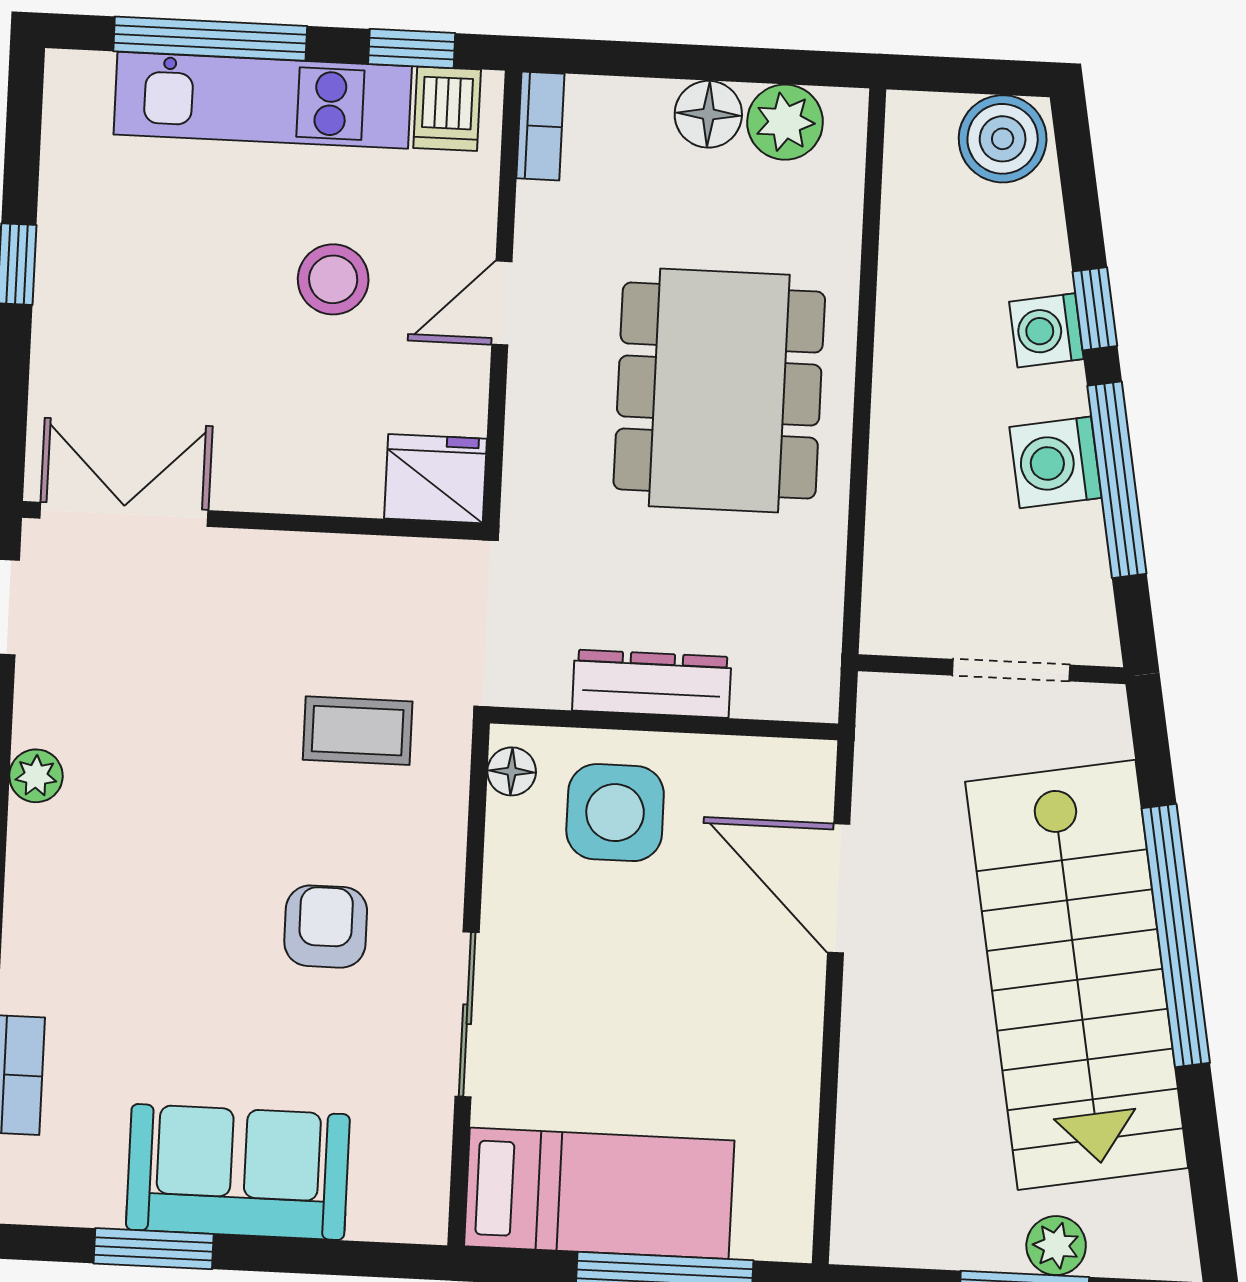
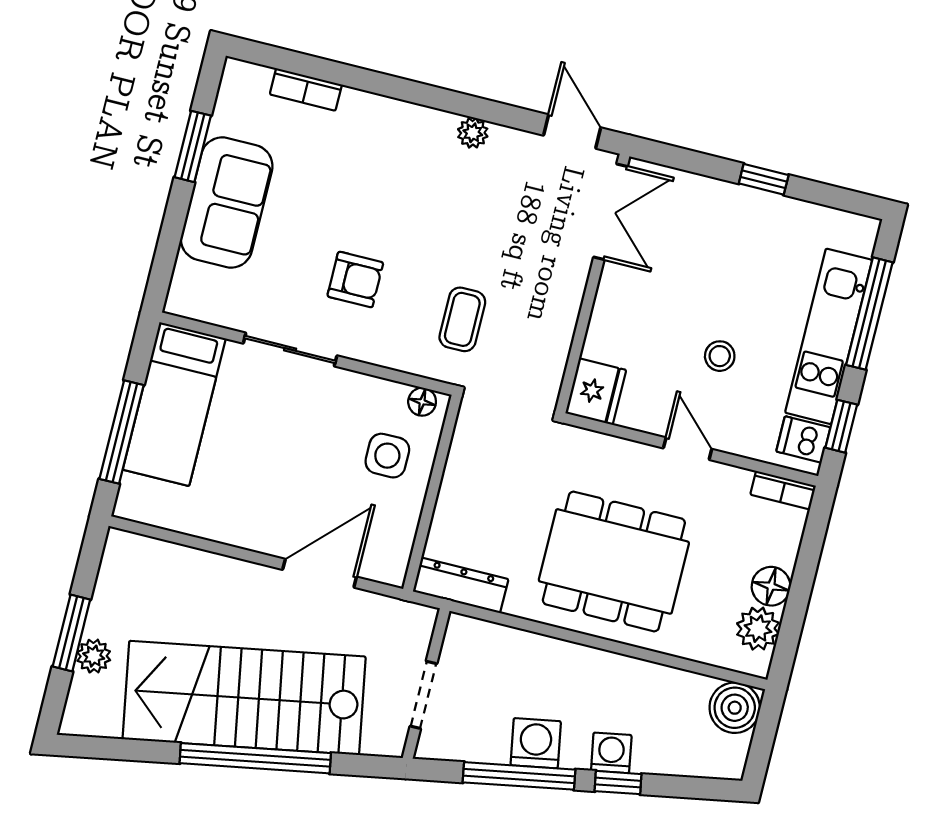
boiler: (1003, 139) -> (735, 708), moved
stool: (333, 279) -> (720, 356), width x0.73, depth x0.73
dresser: (652, 684) -> (461, 585), moved, turned -90
side table: (615, 813) -> (387, 456), width x0.73, depth x0.73

